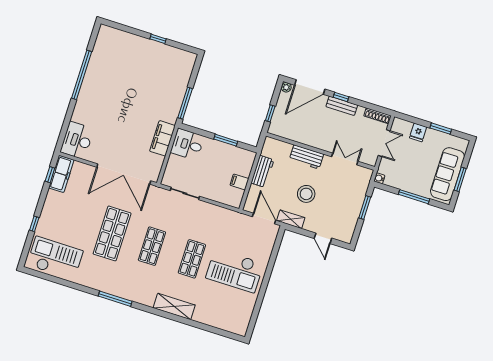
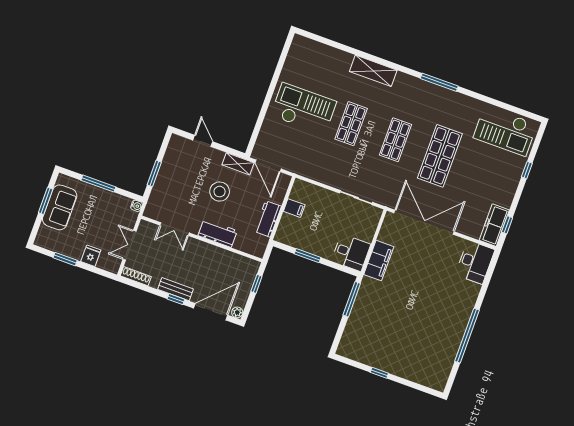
sofa: (447, 174) -> (60, 207), width x0.73

